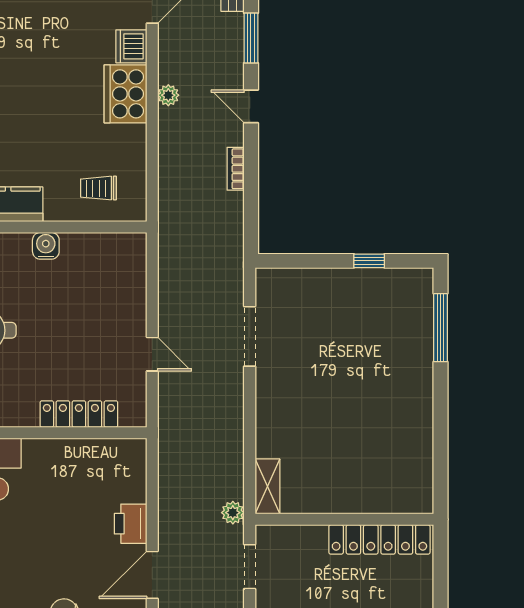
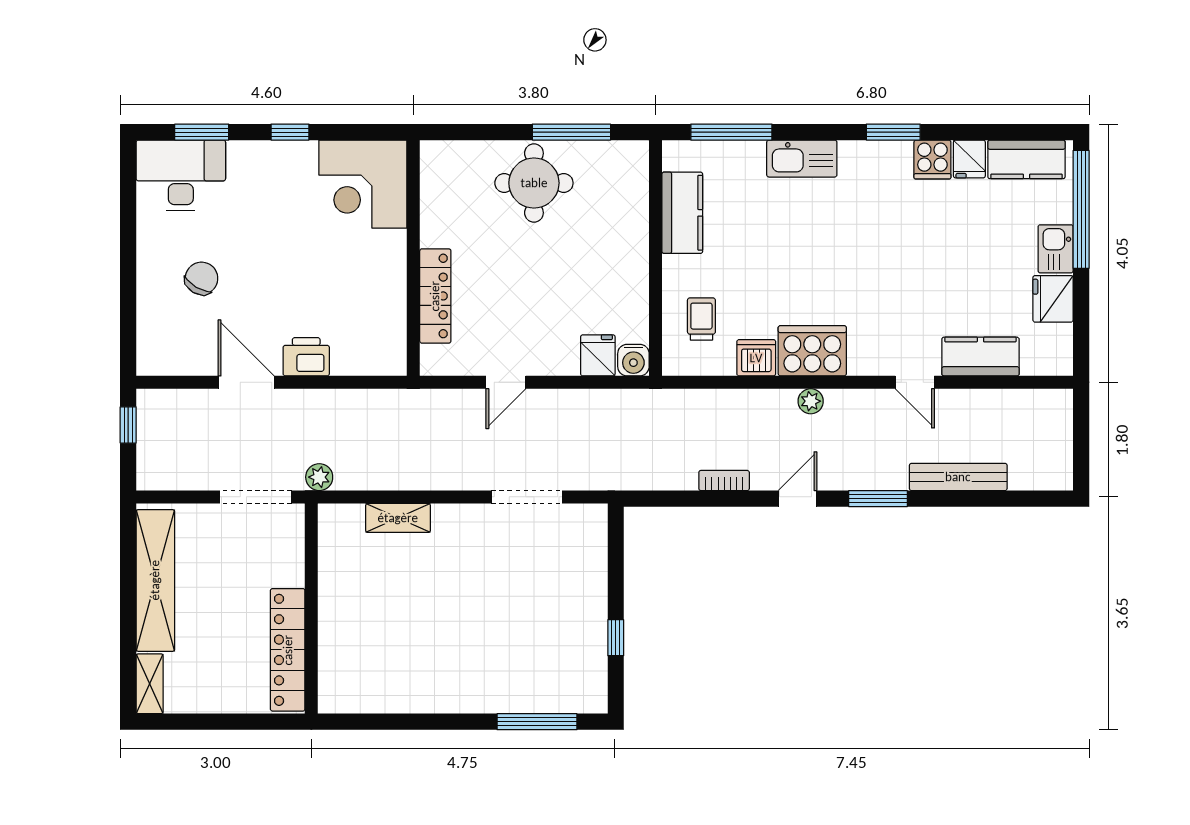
dishwasher: (131, 46) -> (756, 358), moved
water cooler: (46, 246) -> (633, 360), moved, turned 90
fridge: (129, 276) -> (598, 355), added
shelving: (267, 486) -> (398, 518), moved
doorway: (250, 567) -> (256, 497), width x1.38

